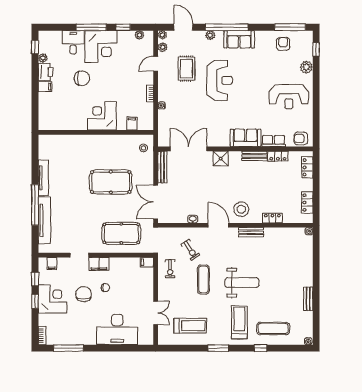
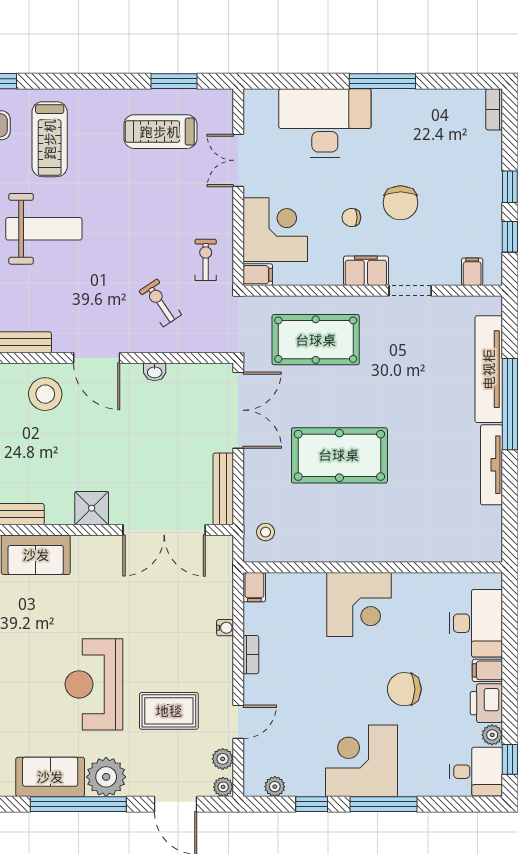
plant: (210, 35) -> (106, 777), width x1.87, depth x1.87
desk: (73, 42) -> (476, 772), moved, turned -90
rug: (186, 69) -> (169, 711), turned 90
desk: (50, 107) -> (476, 623), added
filing cabinet: (132, 124) -> (254, 587), moved
exercise mat: (203, 280) -> (130, 236), removed
weight bench: (242, 283) -> (44, 229), turned 180
corner desk: (53, 299) -> (275, 230), moved, turned 180
window: (68, 348) -> (382, 81), moved
window: (218, 348) -> (174, 81), moved

